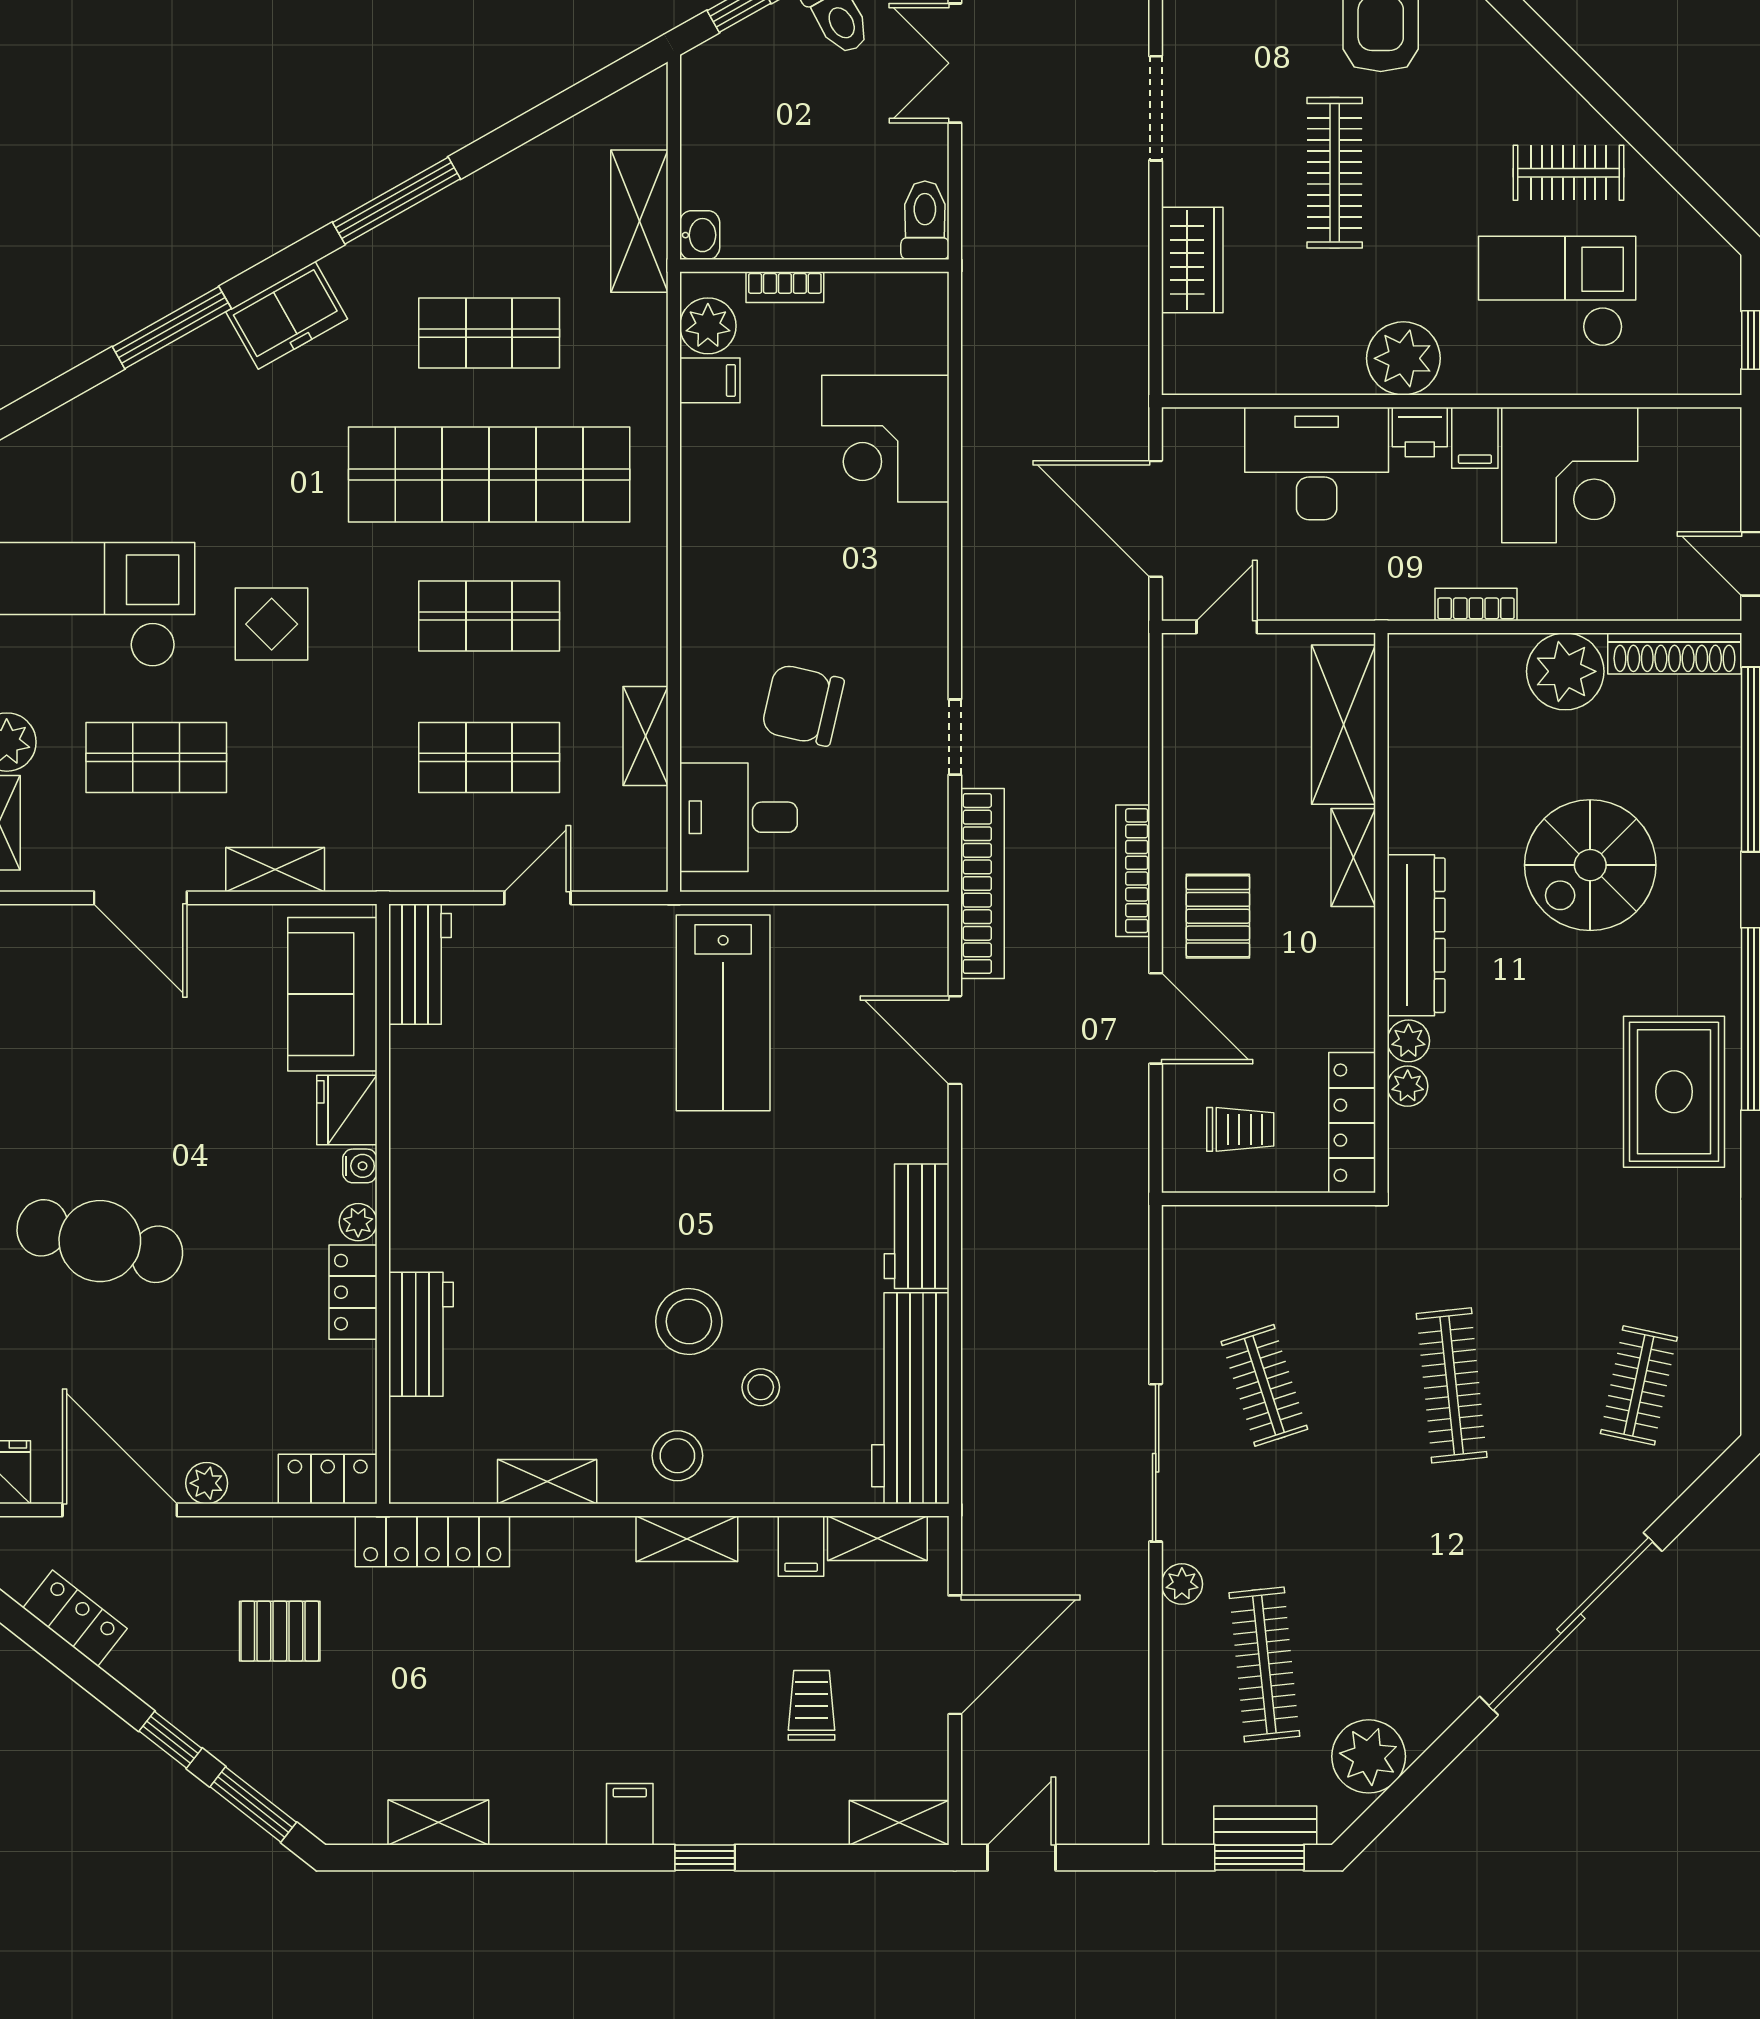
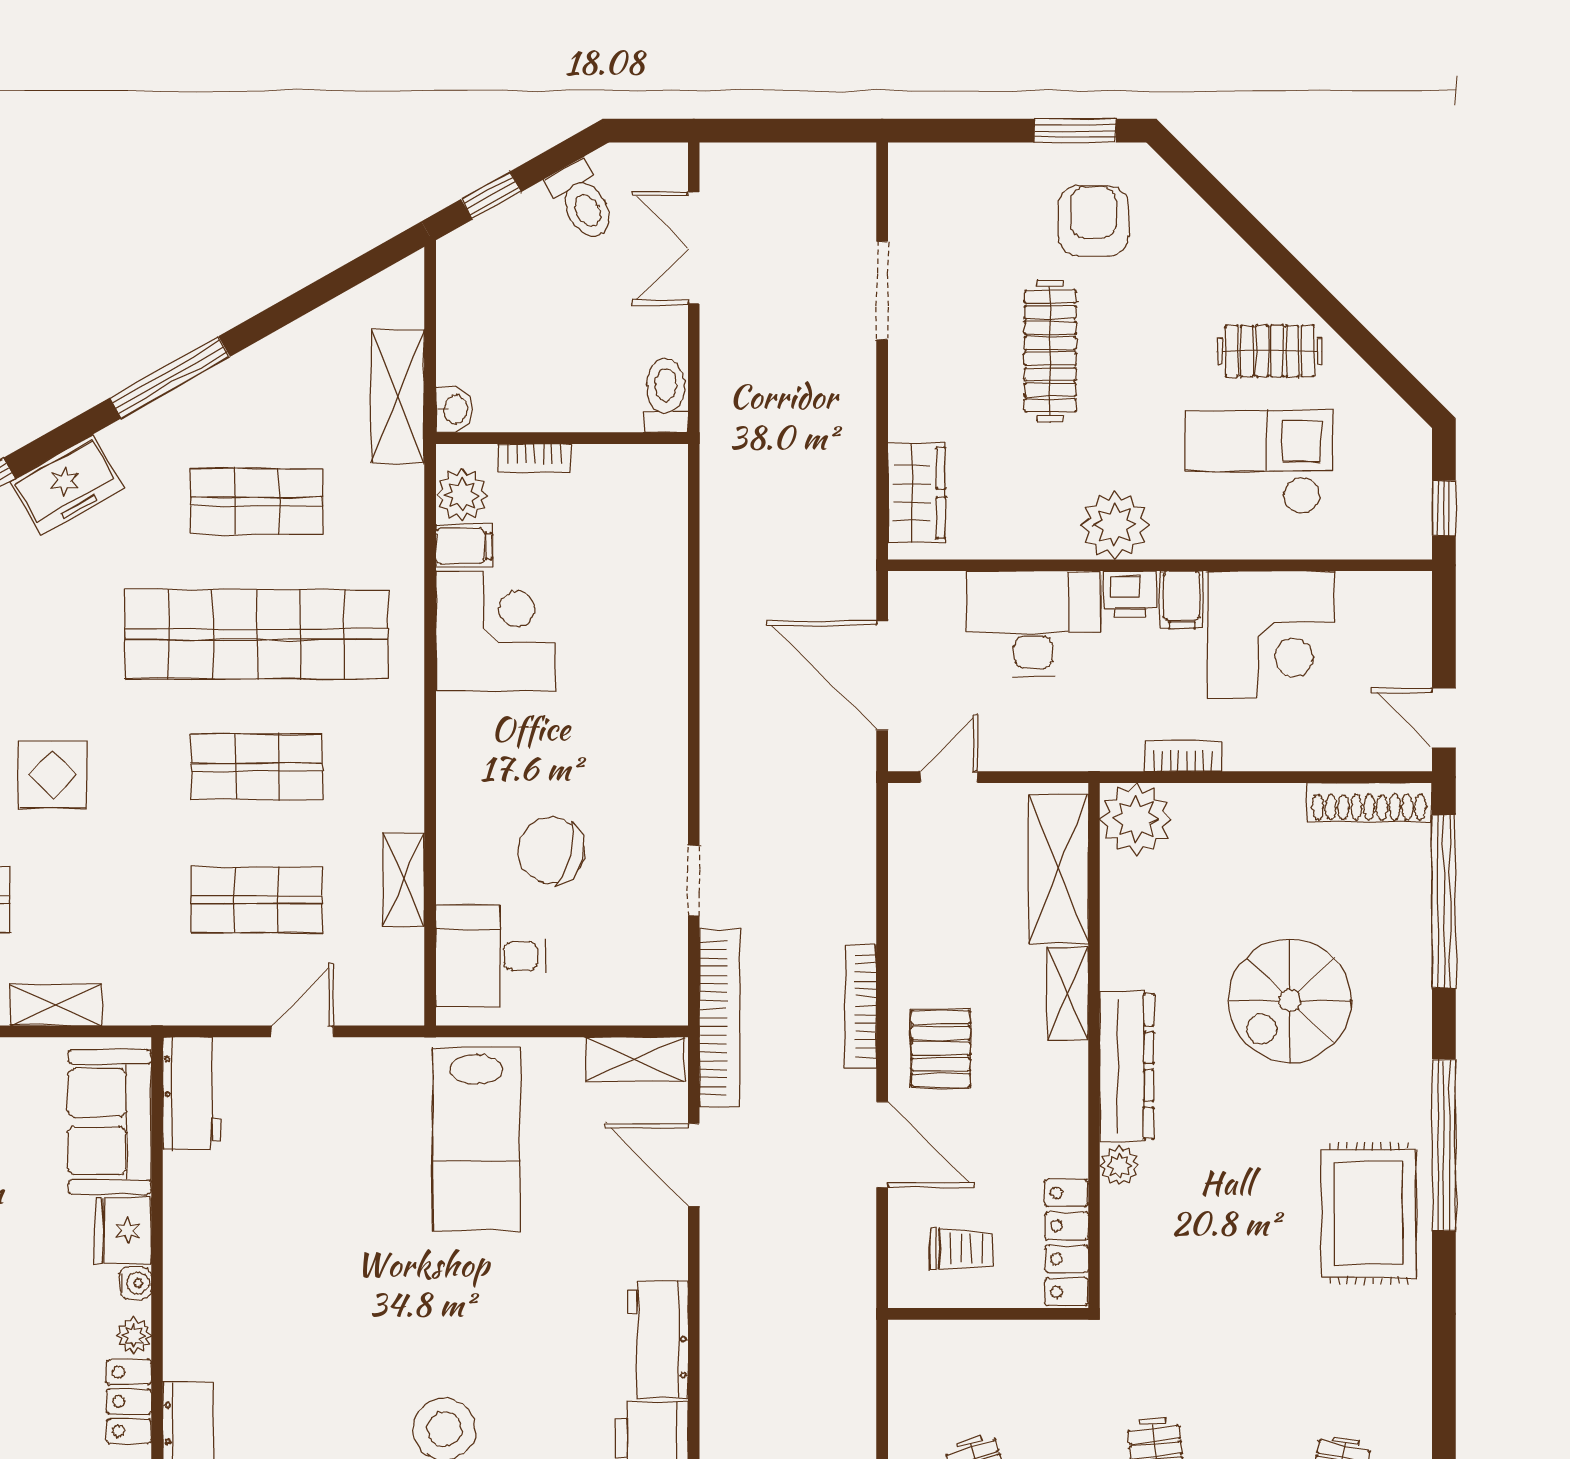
wardrobe: (1192, 260) -> (917, 493), moved
corner desk: (885, 439) -> (495, 630), moved, turned 180
plant: (1565, 671) -> (1136, 819), moved
shelving: (892, 927) -> (635, 1059), added
plant: (1408, 1086) -> (1119, 1208), removed

